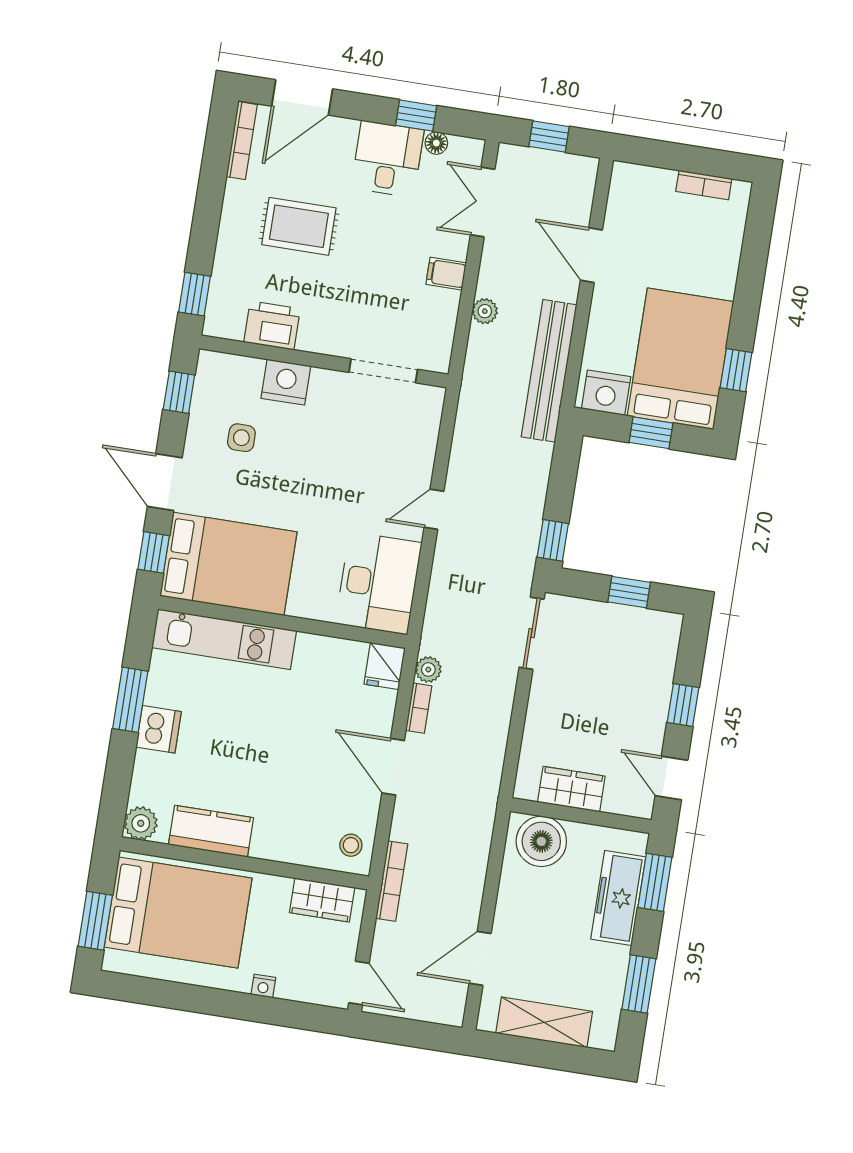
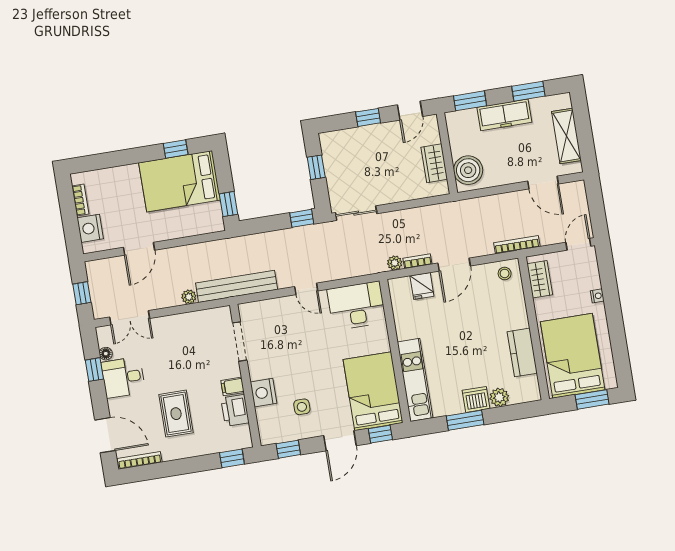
filing cabinet: (446, 274) -> (233, 386), moved, turned 90
bench: (549, 371) -> (237, 286), moved
nightstand: (606, 393) -> (90, 228), moved, turned 180
window: (651, 433) -> (228, 204), moved
fridge: (385, 666) -> (422, 286), moved, turned 90
plant: (141, 823) -> (499, 397), moved
freezer: (618, 898) -> (504, 115), moved

